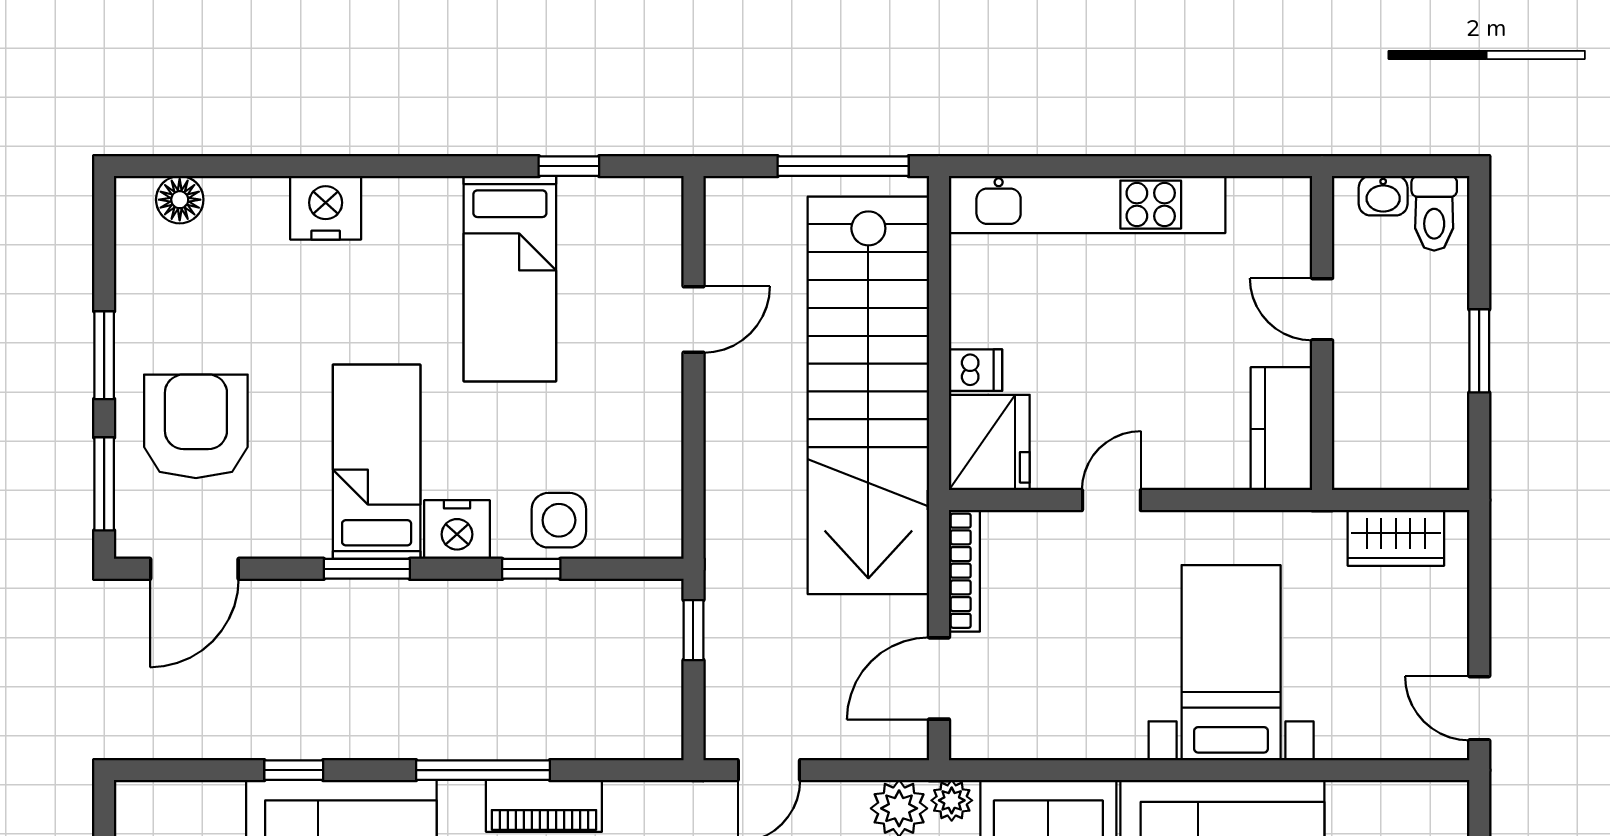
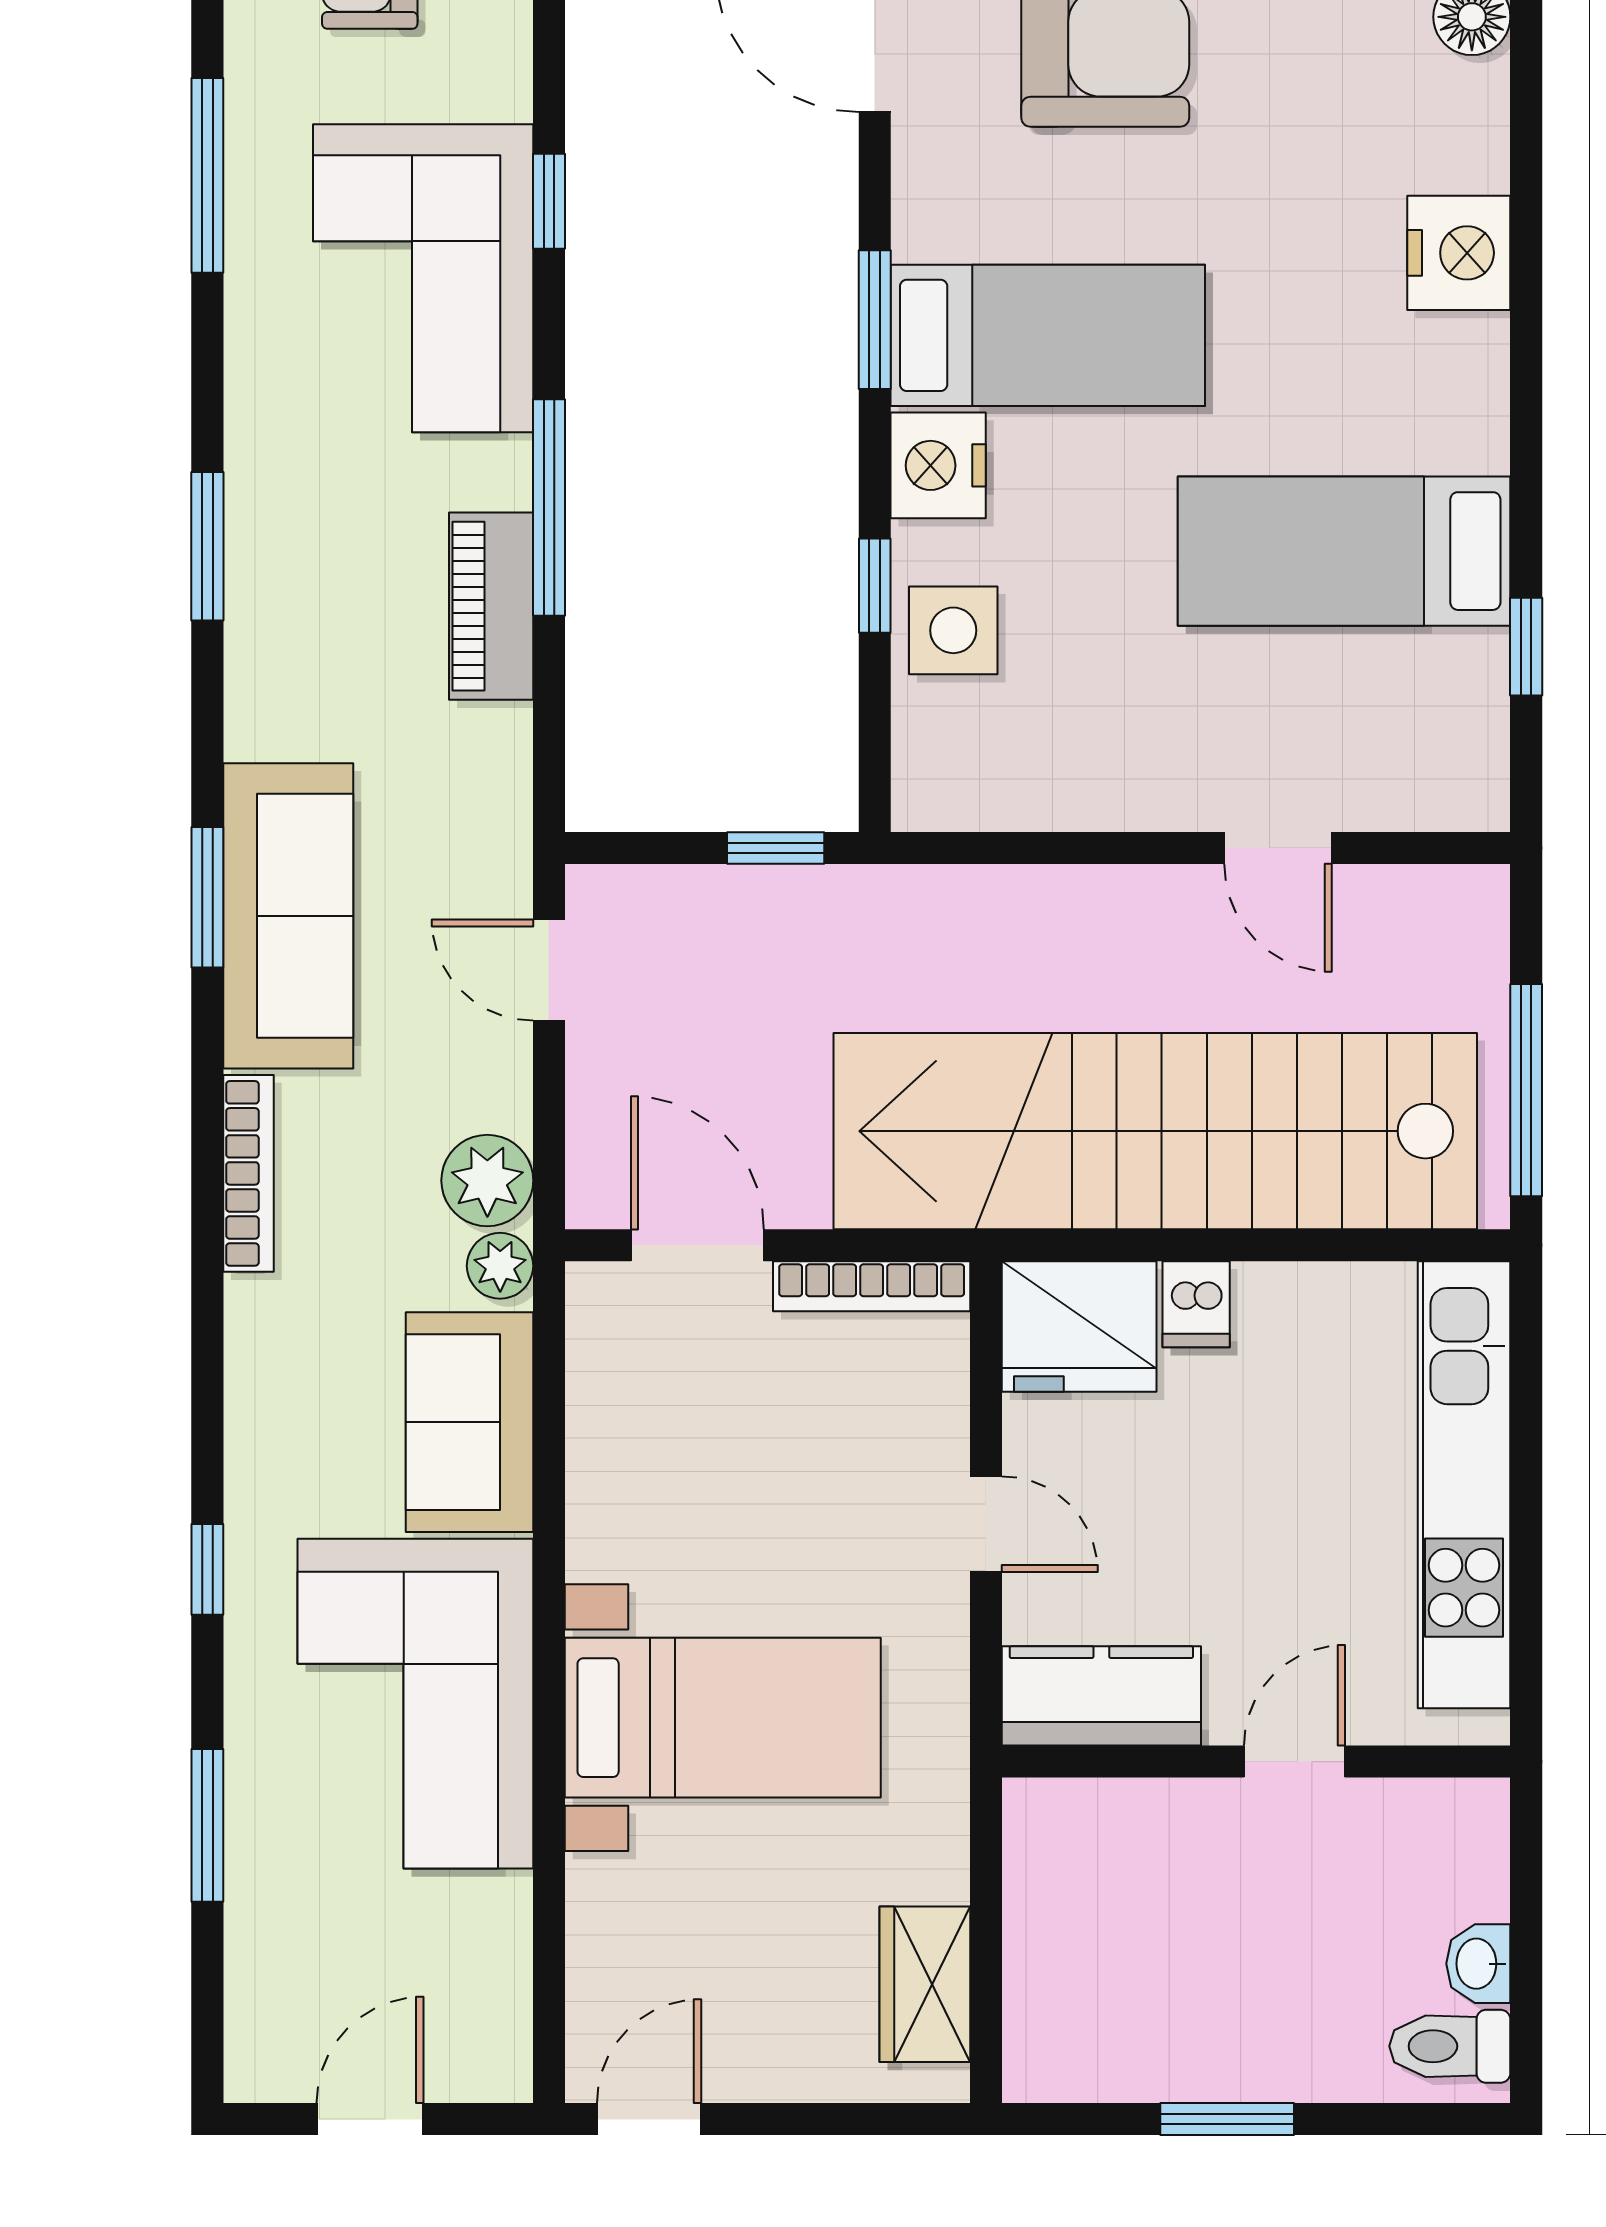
door: (1322, 309) -> (1295, 1762), moved
wall: (1322, 333) -> (1256, 1762), moved
kitchen counter: (1281, 429) -> (1101, 1696), moved

